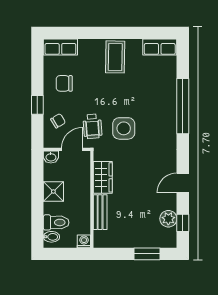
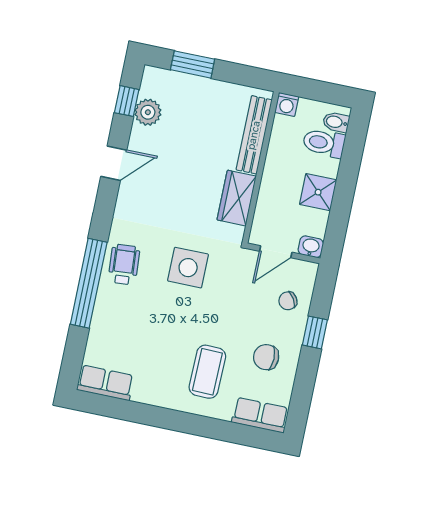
coffee table: (115, 57) -> (207, 372), moved
chair: (64, 83) -> (266, 357), turned 180
wheelchair: (92, 126) -> (124, 264), moved
bench: (100, 212) -> (254, 135), width x1.36

